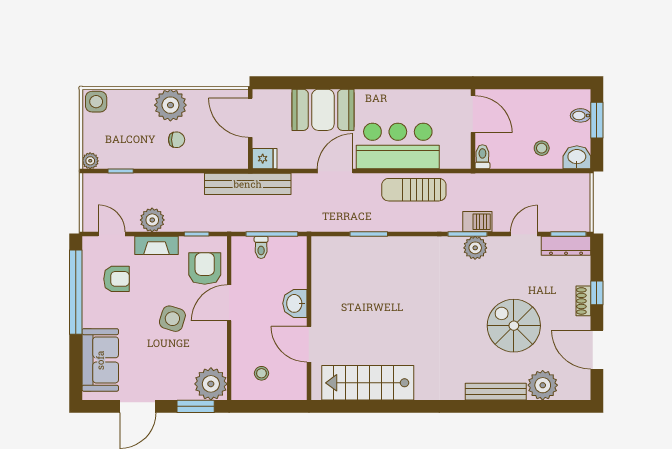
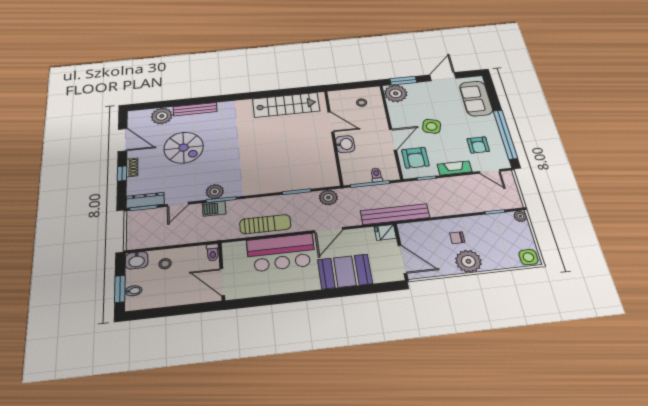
plant: (152, 220) -> (328, 197), moved
armchair: (116, 279) -> (478, 145), turned -90

